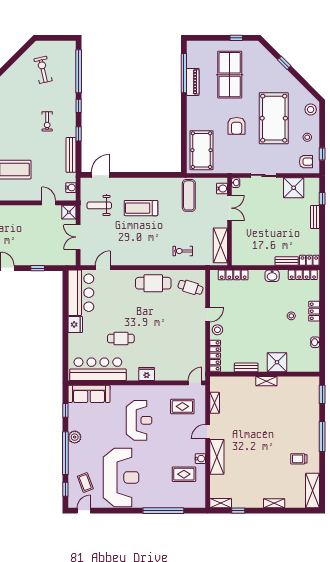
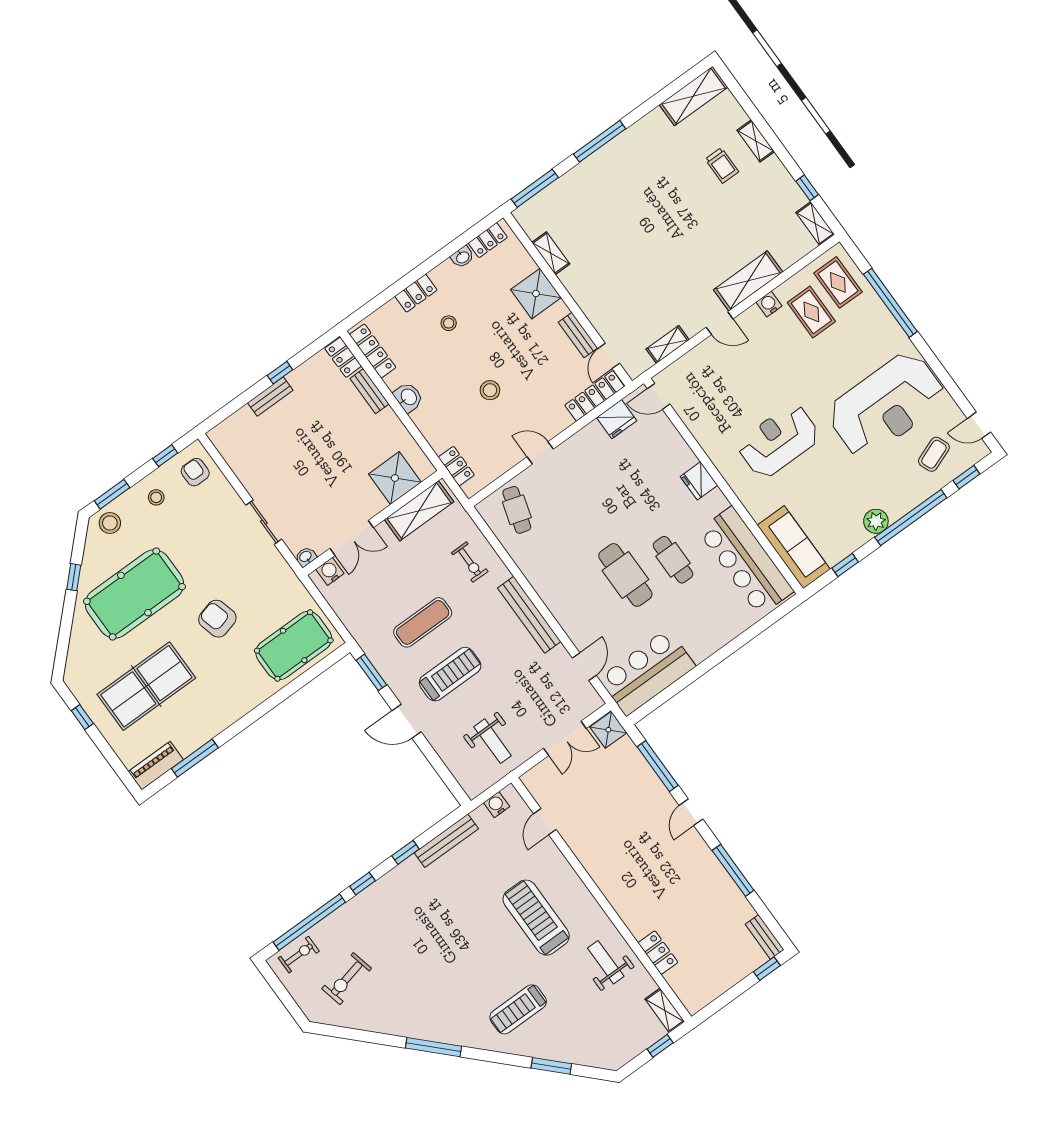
window: (284, 63) -> (74, 577), moved
window: (184, 73) -> (195, 758), width x0.68
piano: (193, 82) -> (156, 766), moved
pool table: (274, 118) -> (134, 594), moved
window: (322, 119) -> (112, 494), added
exercise bike: (47, 121) -> (299, 955), moved
armchair: (237, 126) -> (217, 619), turned -105
door: (100, 175) -> (407, 721), moved
window: (166, 175) -> (371, 672), added
shower: (294, 188) -> (395, 478), moved
exercise mat: (189, 195) -> (423, 622), moved
window: (322, 199) -> (280, 373), moved
treadmill: (141, 208) -> (450, 674), turned -90
double door: (230, 208) -> (352, 538), swing flipped
shower: (69, 212) -> (608, 730), moved
bench: (142, 260) -> (529, 615), added
window: (38, 268) -> (658, 766), width x2.17
door: (103, 268) -> (584, 667), swing flipped
locker: (233, 275) -> (456, 466), width x0.66
cafe table: (153, 283) -> (625, 575), moved
fridge: (75, 325) -> (617, 419), moved, turned 180
stool: (217, 330) -> (490, 390), moved
locker: (315, 358) -> (488, 240), added
door: (228, 374) -> (609, 356), added
shelving: (266, 381) -> (551, 253), moved
window: (322, 394) -> (535, 188), width x1.44
rug: (182, 406) -> (838, 282), moved
trolley: (299, 459) -> (722, 165), moved
reception desk: (121, 477) -> (886, 405), turned 180

